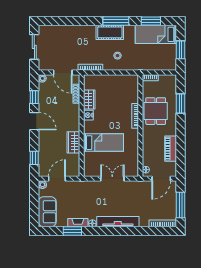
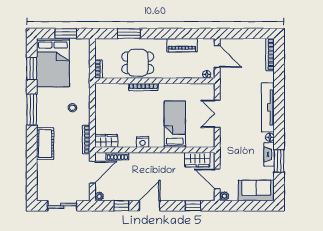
cot: (110, 32) -> (45, 144), moved
bed: (156, 34) -> (53, 63), width x1.50
wardrobe: (89, 100) -> (106, 141), moved
wardrobe: (73, 142) -> (197, 160), moved
window: (181, 205) -> (248, 34), removed

